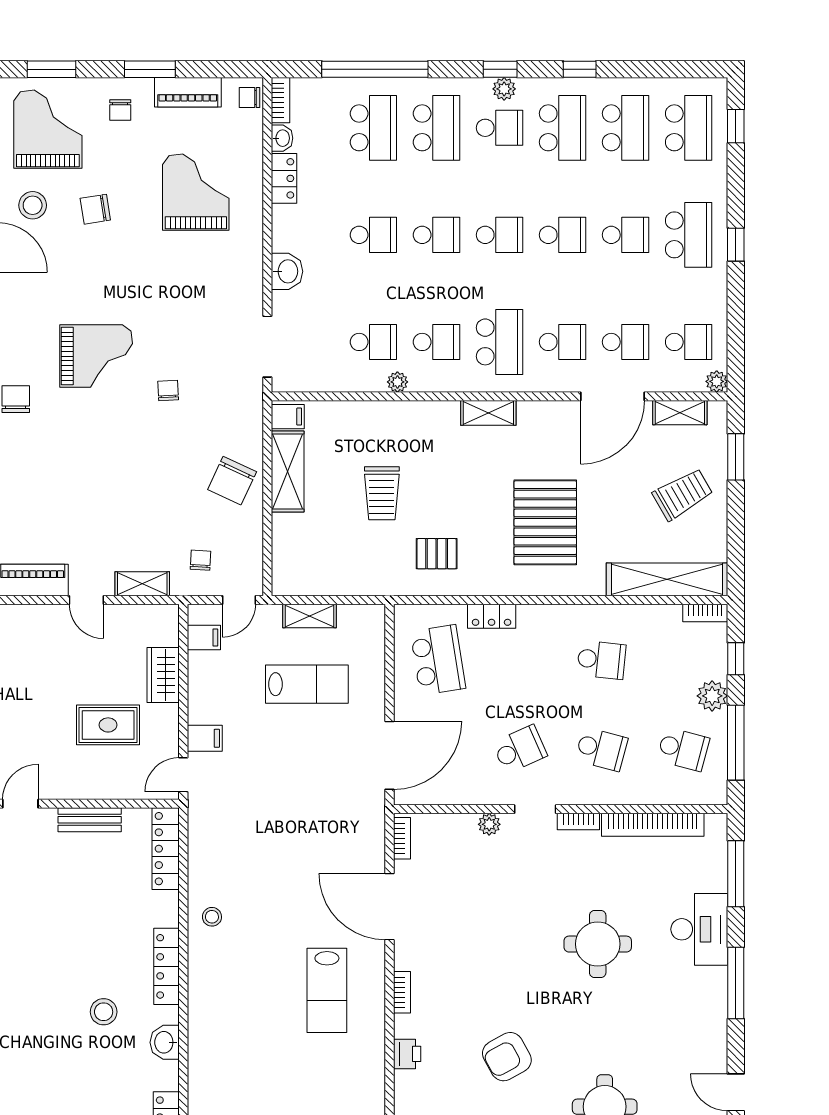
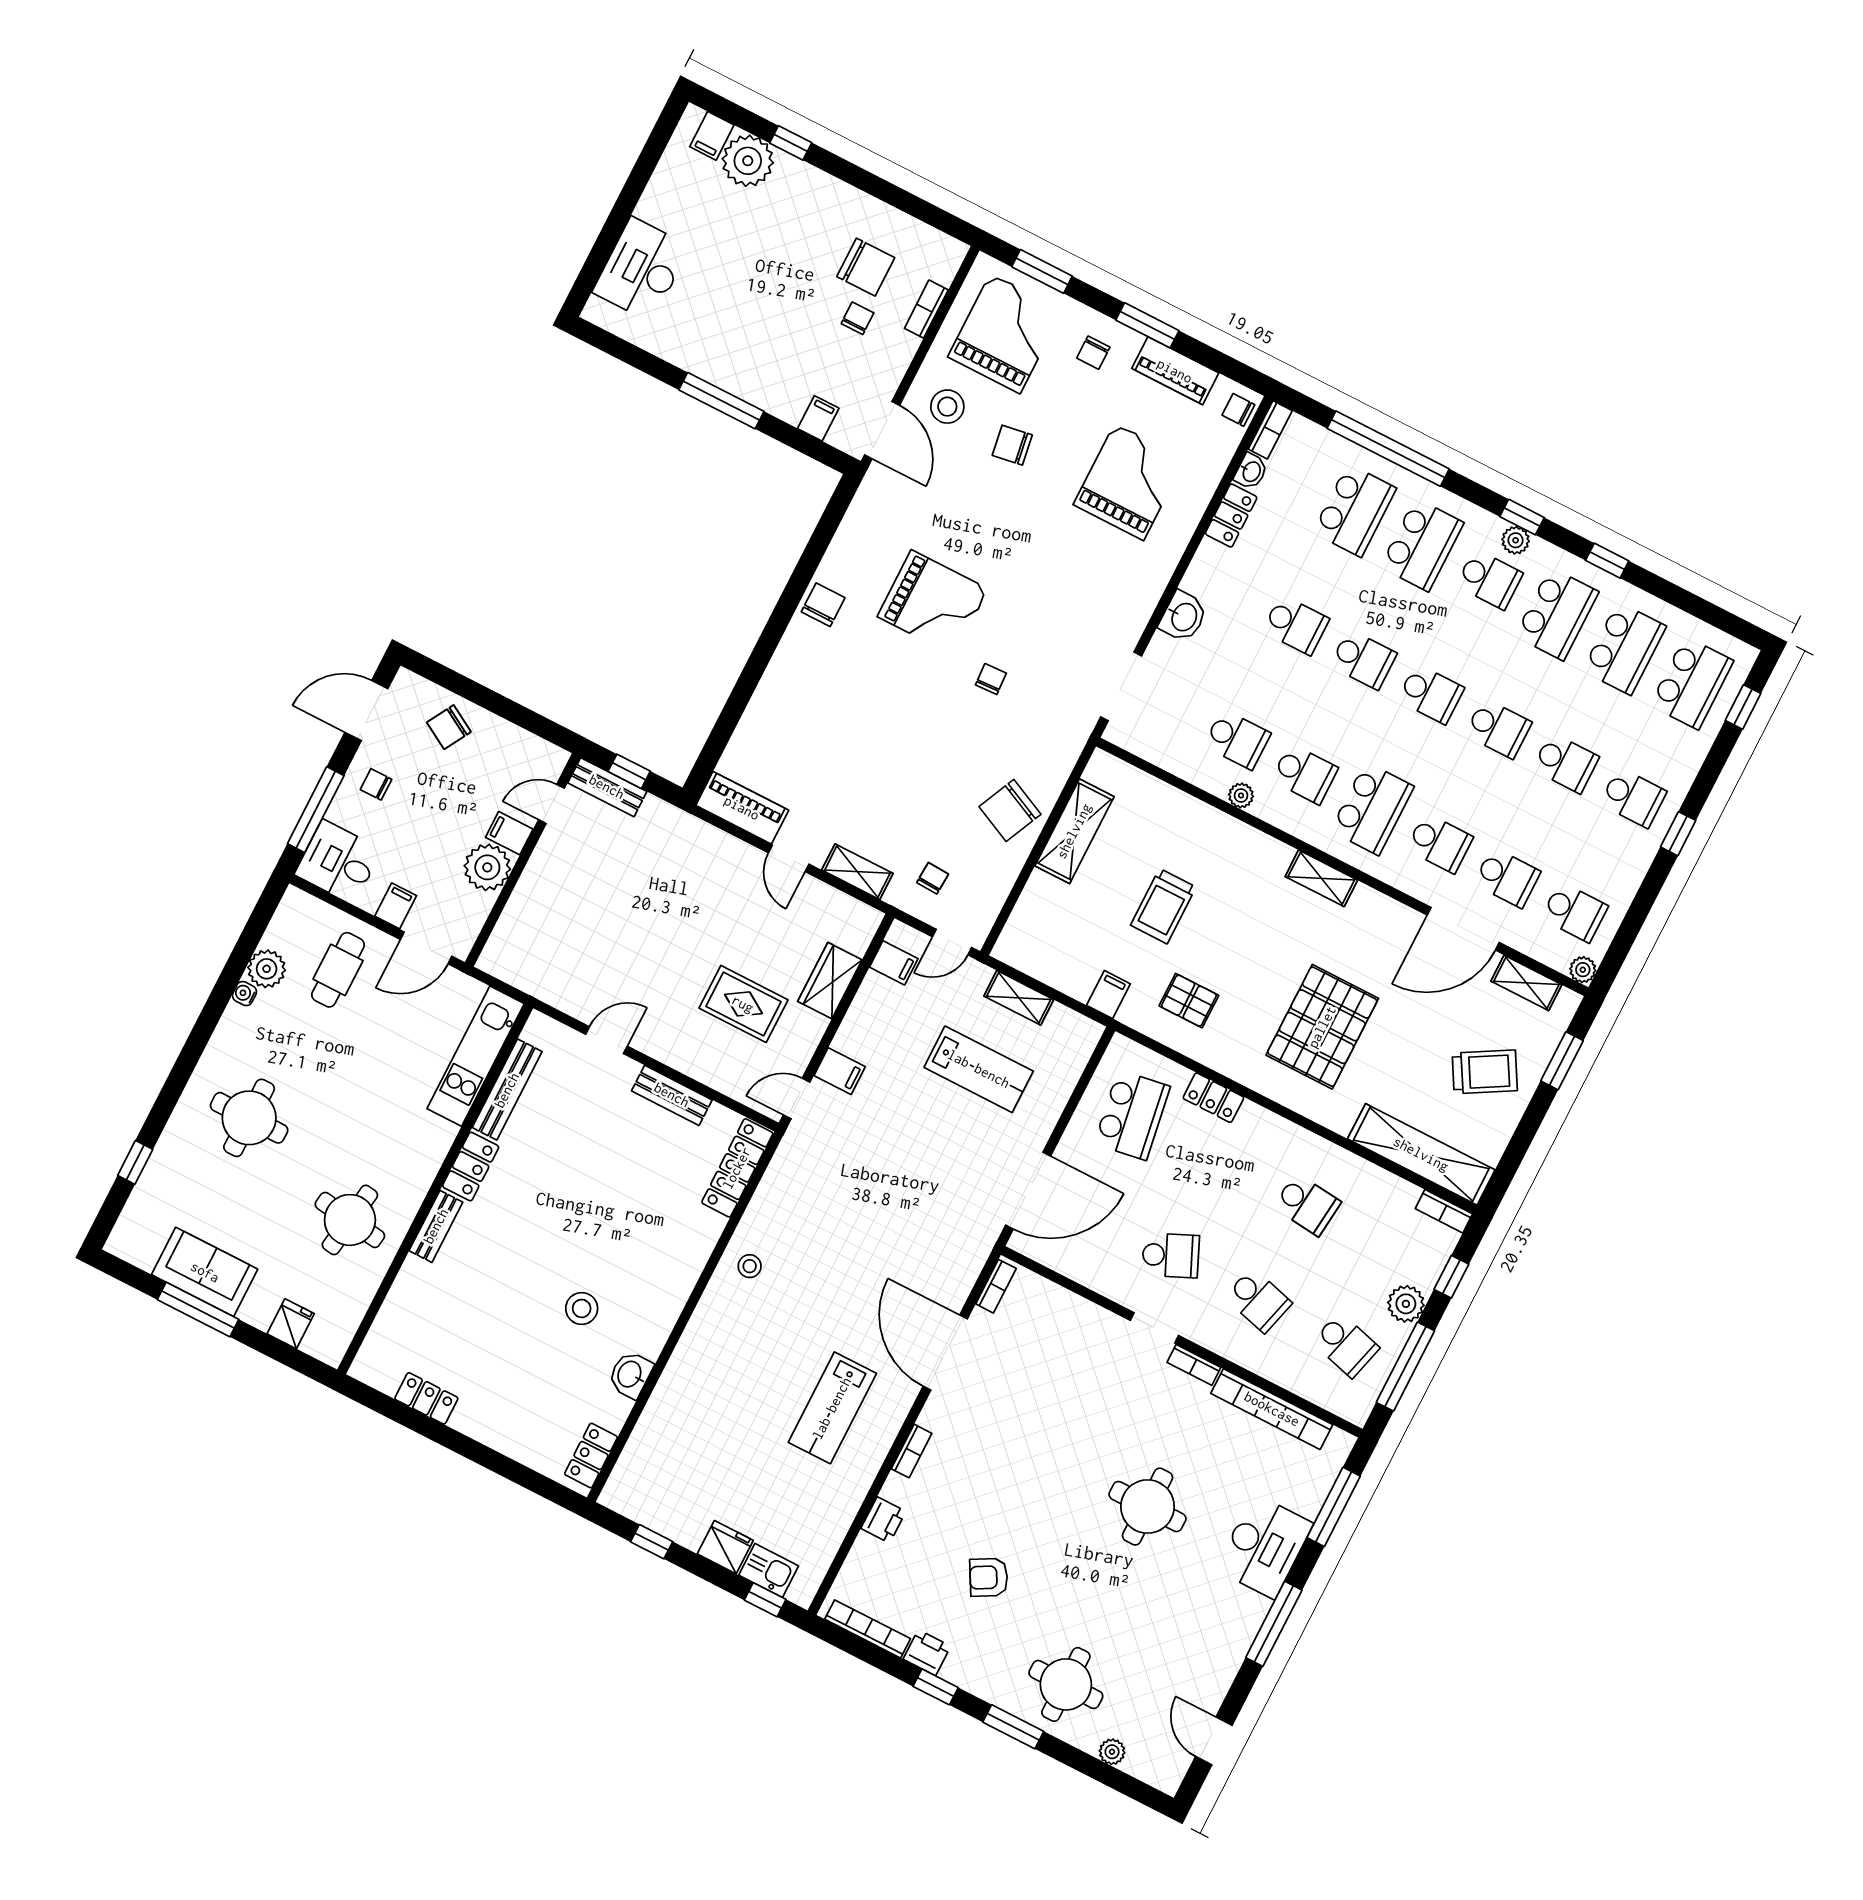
school desk: (689, 235) -> (1633, 798), width x0.54
filing cabinet: (288, 417) -> (1108, 995), moved, turned -90
plant: (489, 824) -> (1097, 1319), removed
locker: (166, 966) -> (674, 1294), removed
armchair: (507, 1057) -> (989, 1577), width x0.72, depth x0.72

